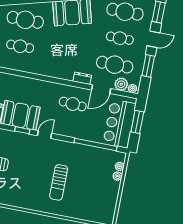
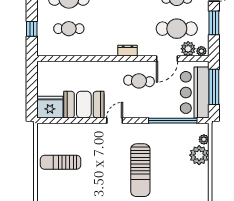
dresser: (82, 78) -> (128, 51), moved
window: (137, 122) -> (214, 87), width x1.44
window: (22, 130) -> (89, 121), removed
plant: (117, 176) -> (199, 155), width x1.87, depth x1.87
sun lounger: (59, 182) -> (140, 170), width x1.36, depth x1.34

